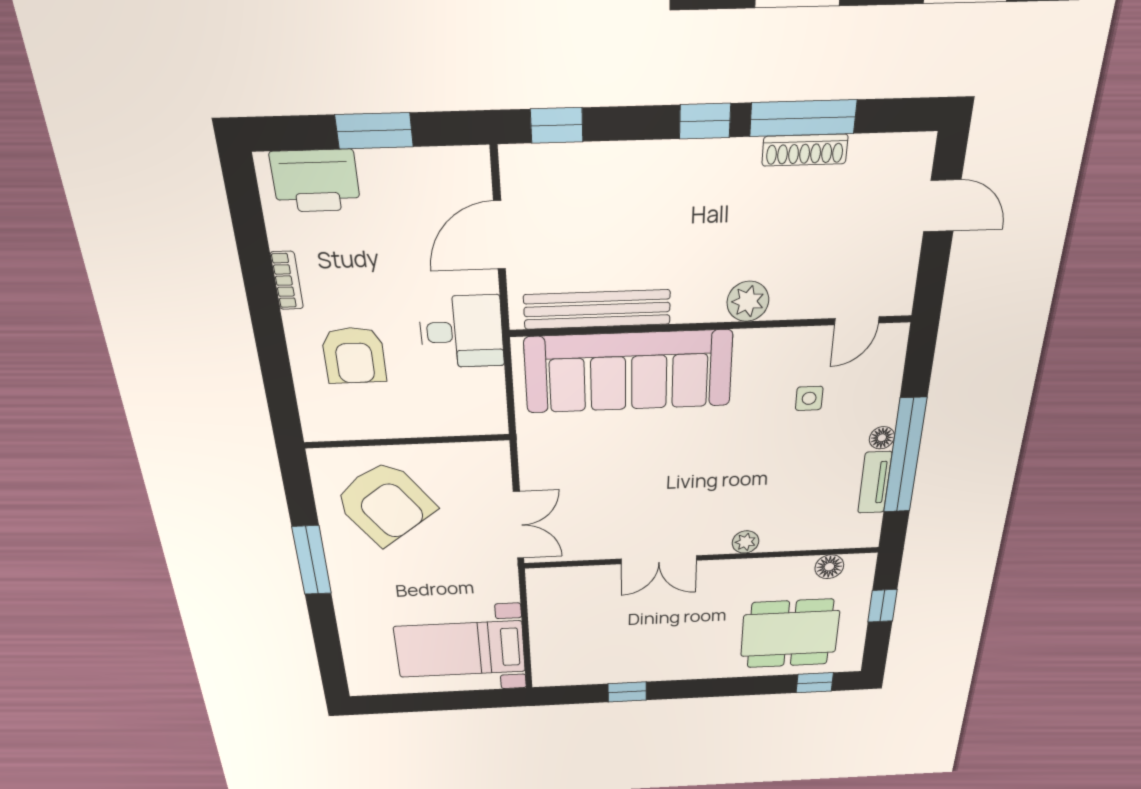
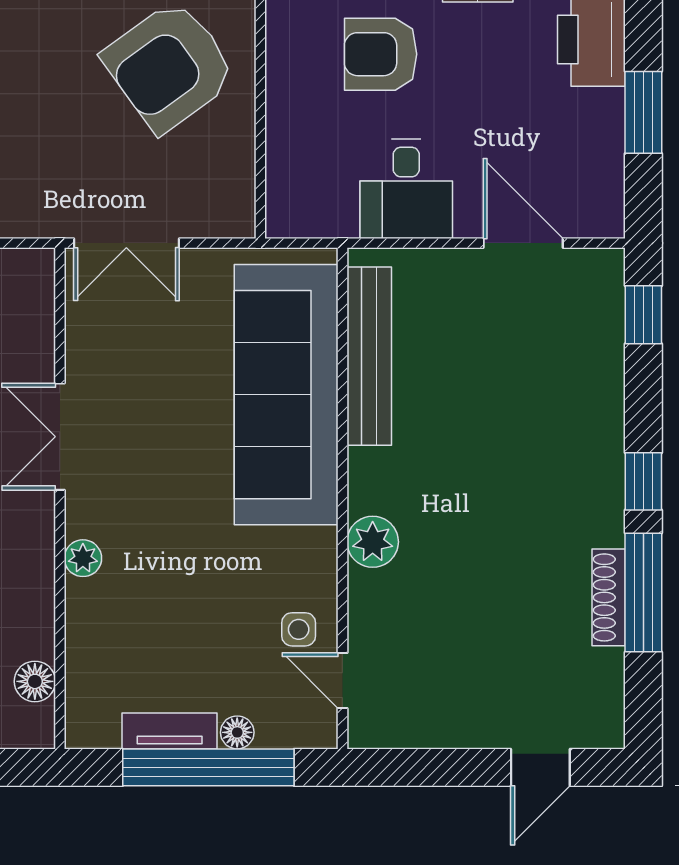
plant: (748, 301) -> (373, 542), moved
bench: (597, 309) -> (369, 356), moved
door: (857, 321) -> (342, 680), moved
wall: (712, 326) -> (342, 498), moved
sofa: (629, 372) -> (286, 395), moved

